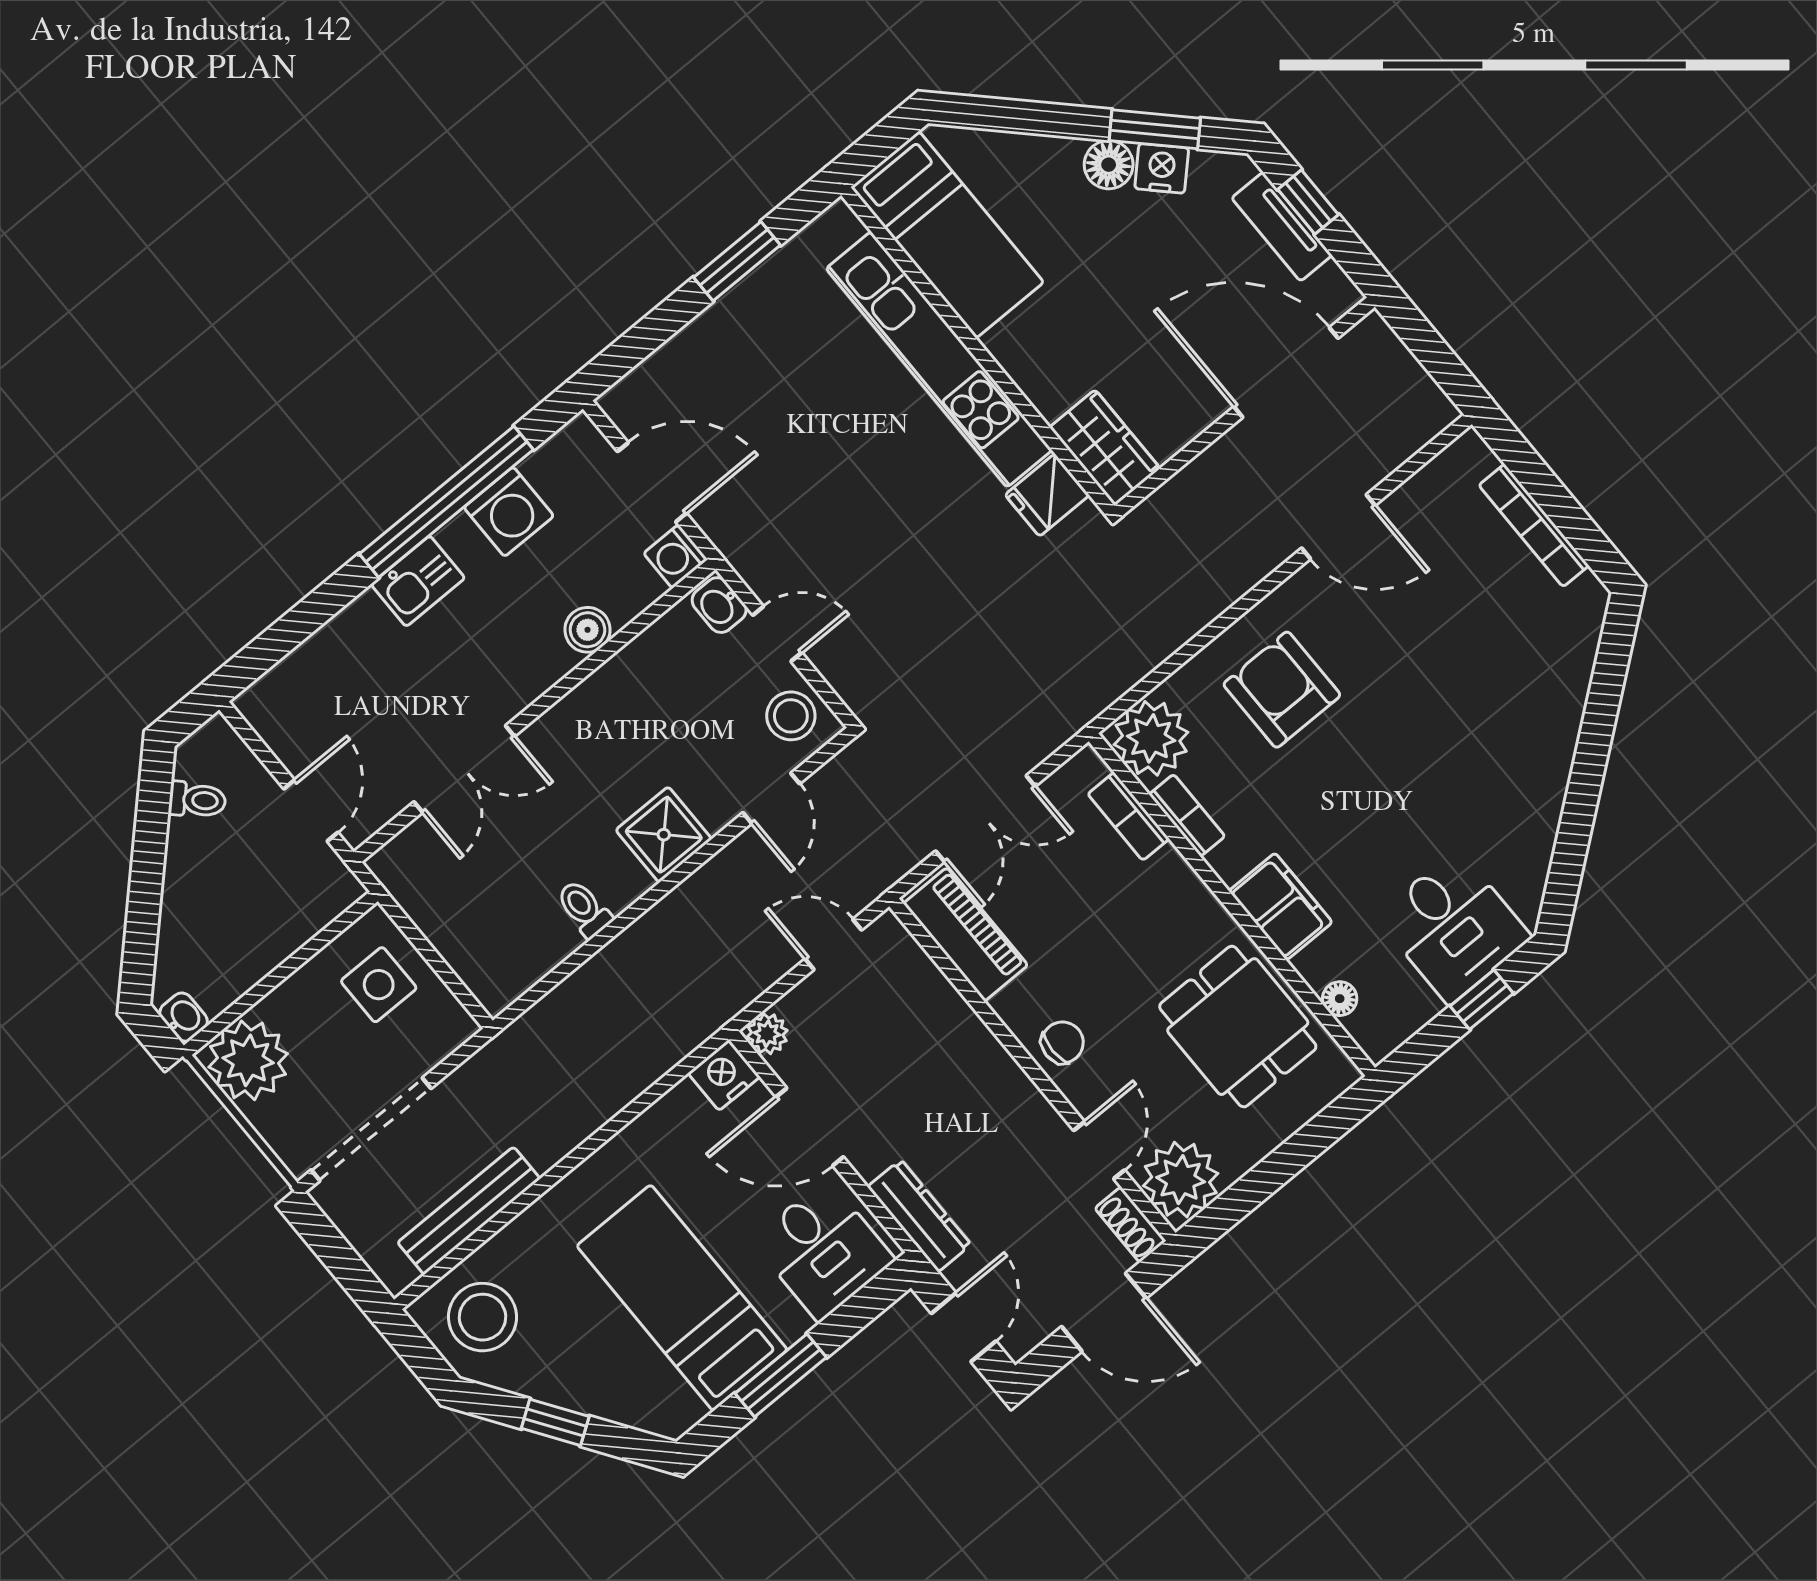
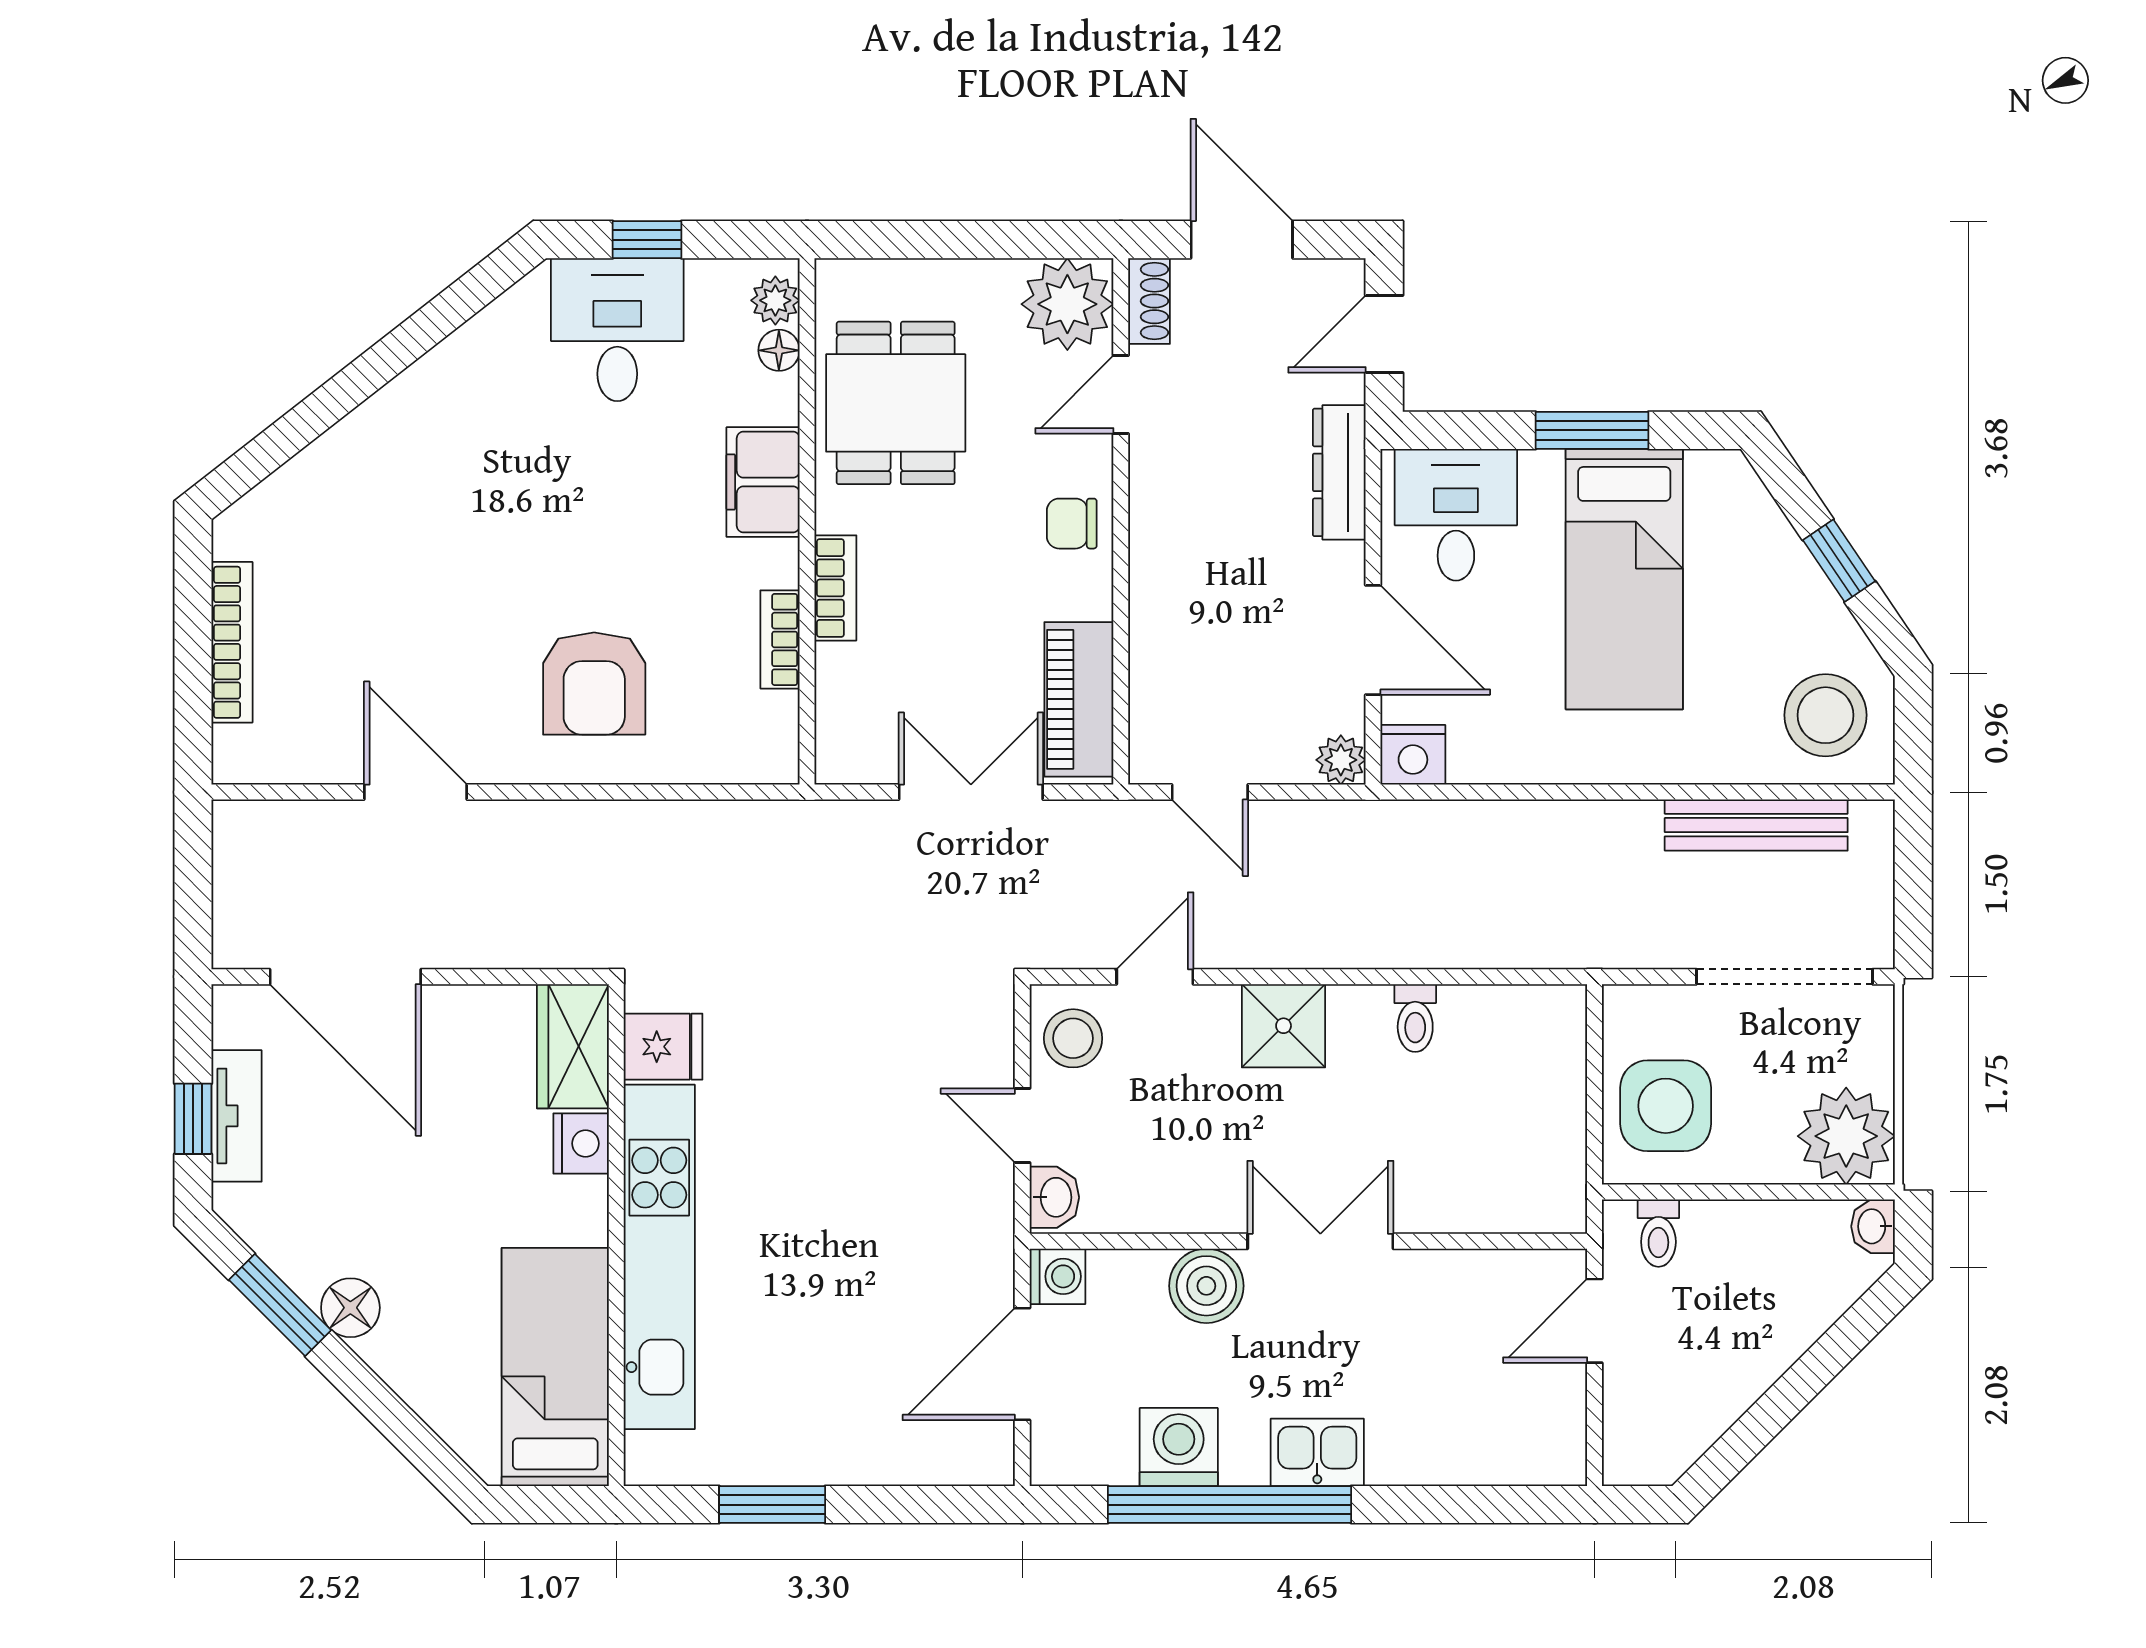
nightstand: (1162, 168) -> (581, 1143), moved, turned -135
door: (652, 482) -> (1022, 1364), hinge flipped
boiler: (588, 630) -> (1206, 1286), width x1.36, depth x1.36
plant: (1151, 738) -> (775, 300), moved, width x0.53, depth x0.53
double door: (464, 769) -> (1320, 1241), moved
toilet: (197, 800) -> (1658, 1233), moved, turned -135
bookcase: (1128, 816) -> (835, 588), moved
side table: (379, 985) -> (1666, 1106), width x1.37, depth x1.37

